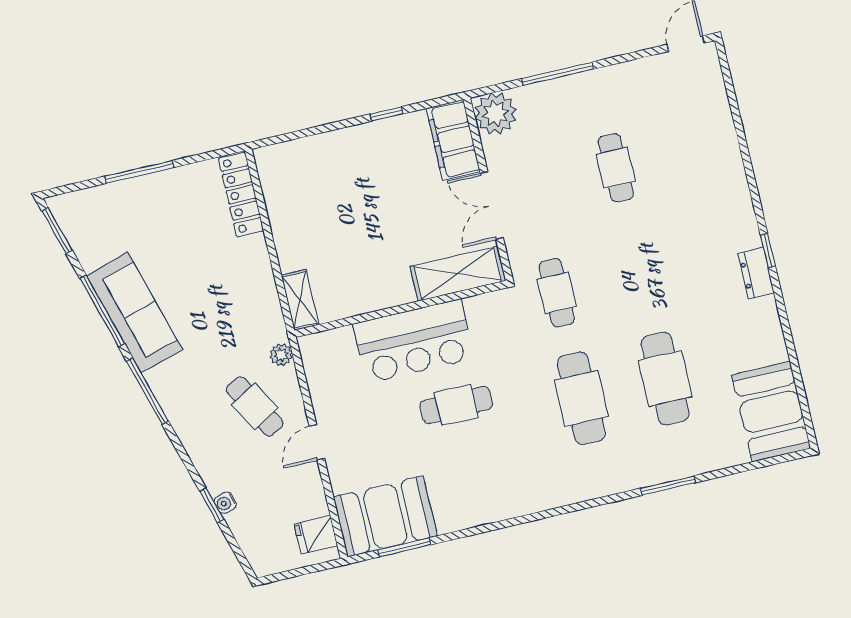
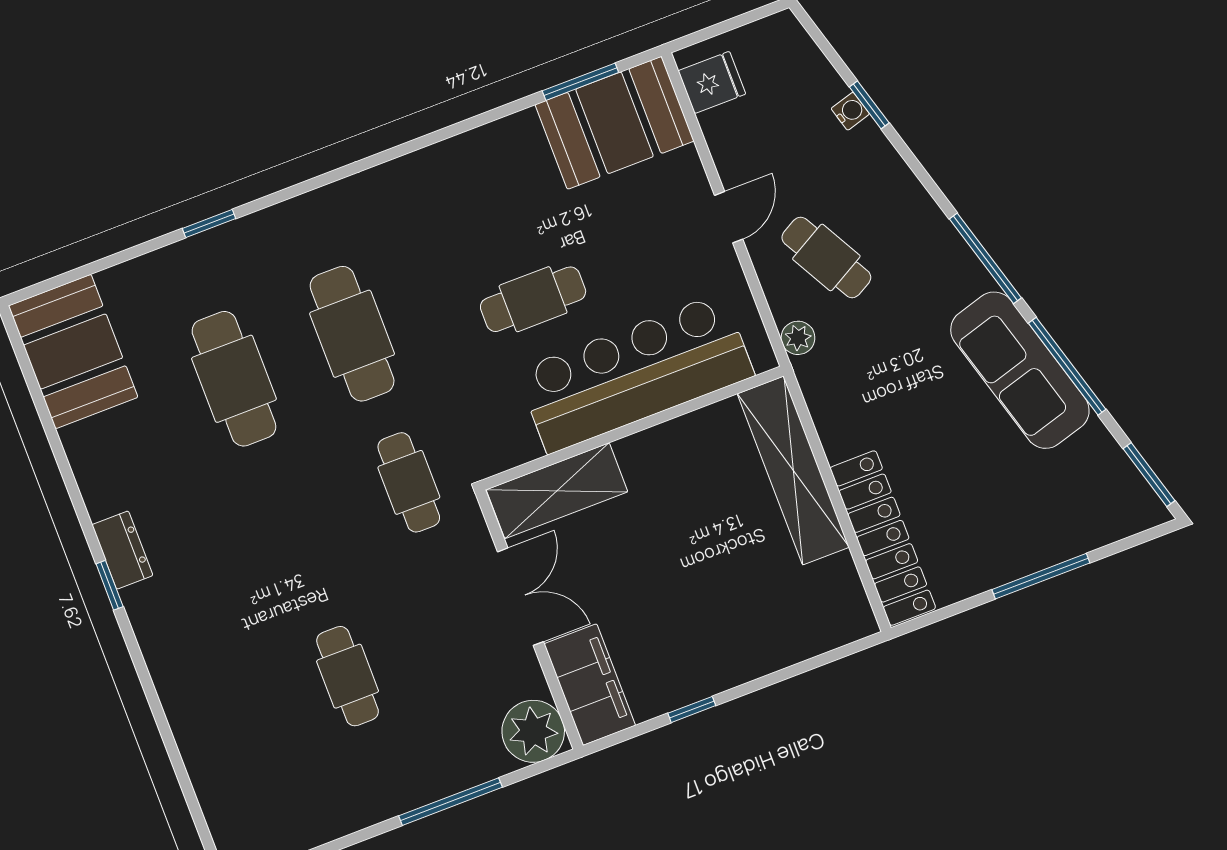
locker: (241, 195) -> (883, 538), width x1.41, depth x1.21
shelving: (300, 300) -> (793, 471), width x2.20, depth x1.33
bar counter: (414, 341) -> (635, 373), width x1.36
window: (668, 486) -> (209, 224), width x0.67

